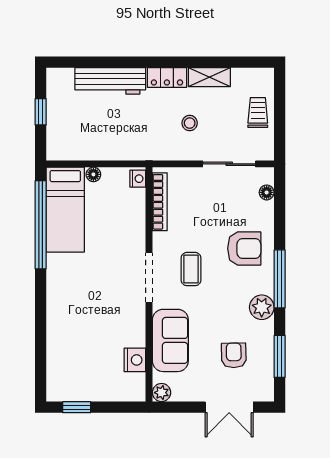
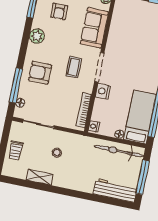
locker: (167, 78) -> (65, 182), removed
workbench: (110, 81) -> (115, 190), moved
window: (41, 112) -> (143, 177), width x2.17
bicycle: (89, 147) -> (119, 151), added
window: (280, 279) -> (16, 85), moved
nightstand: (135, 360) -> (103, 91), moved

